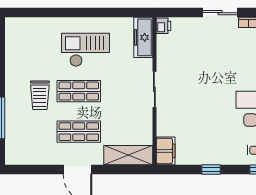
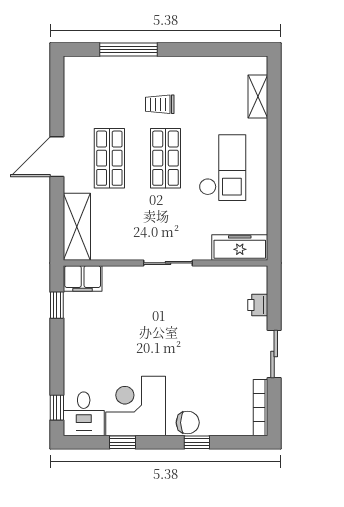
shelving: (34, 24) -> (258, 97), added
printer: (163, 26) -> (258, 305), moved, turned 90
trolley: (40, 95) -> (160, 104), width x0.73, depth x0.72
window: (211, 170) -> (57, 305), moved

